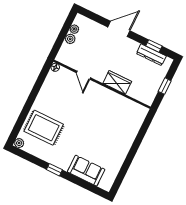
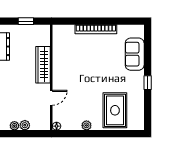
wardrobe: (117, 82) -> (43, 65), width x1.50
plant: (19, 143) -> (86, 125), moved
bookcase: (126, 146) -> (96, 29), added

